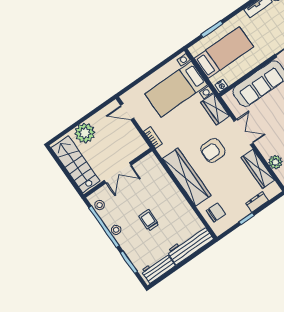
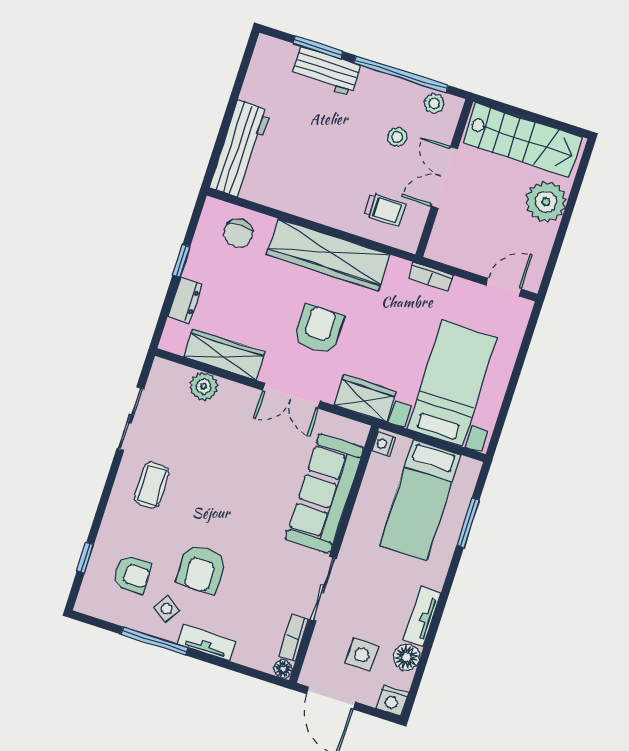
trolley: (149, 220) -> (385, 209), moved
stool: (116, 230) -> (397, 137), moved
workbench: (158, 268) -> (326, 71), moved, turned 90

